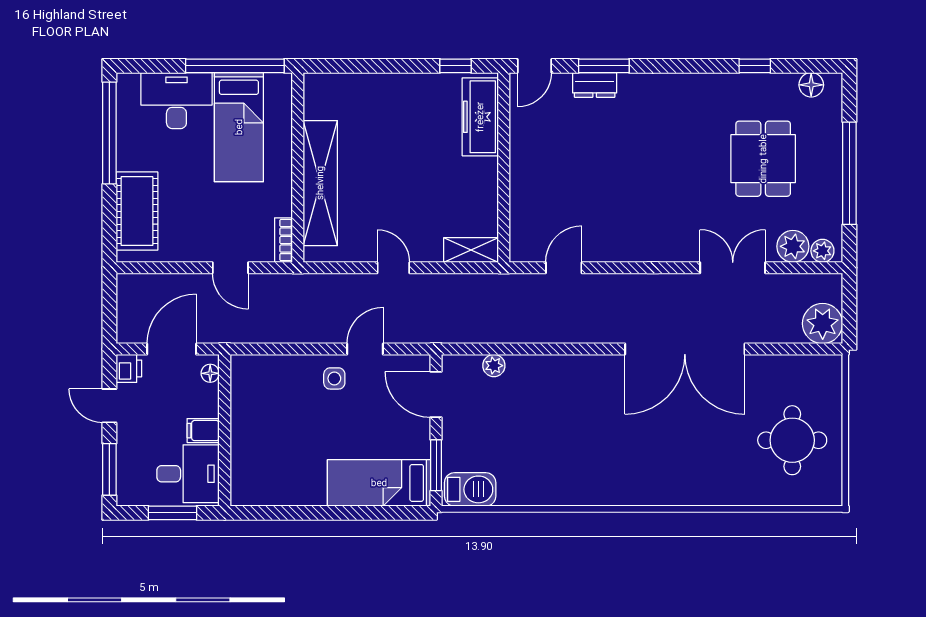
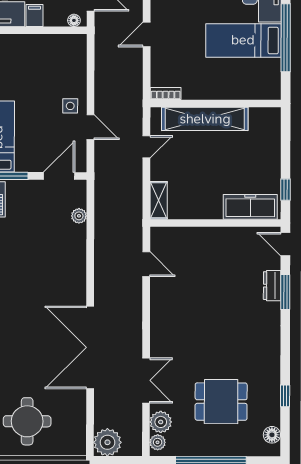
wall: (298, 167) -> (216, 103), moved
shelving: (320, 183) -> (205, 119), moved
bookcase: (284, 240) -> (166, 93), moved

